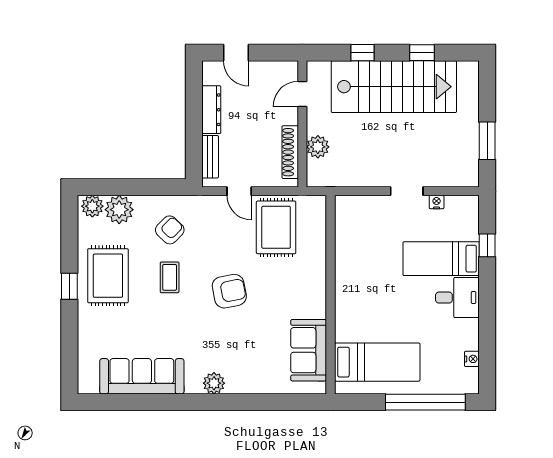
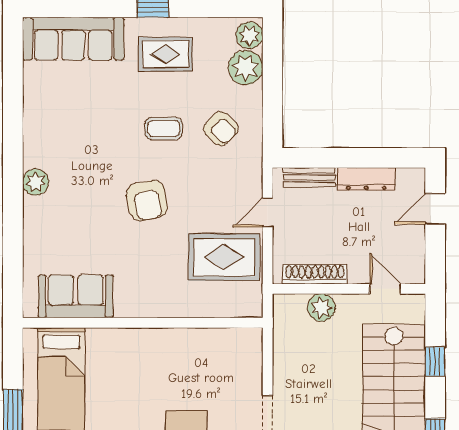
rug: (108, 276) -> (166, 54), width x0.73, depth x0.70
sofa: (142, 376) -> (73, 39), moved, turned 90

